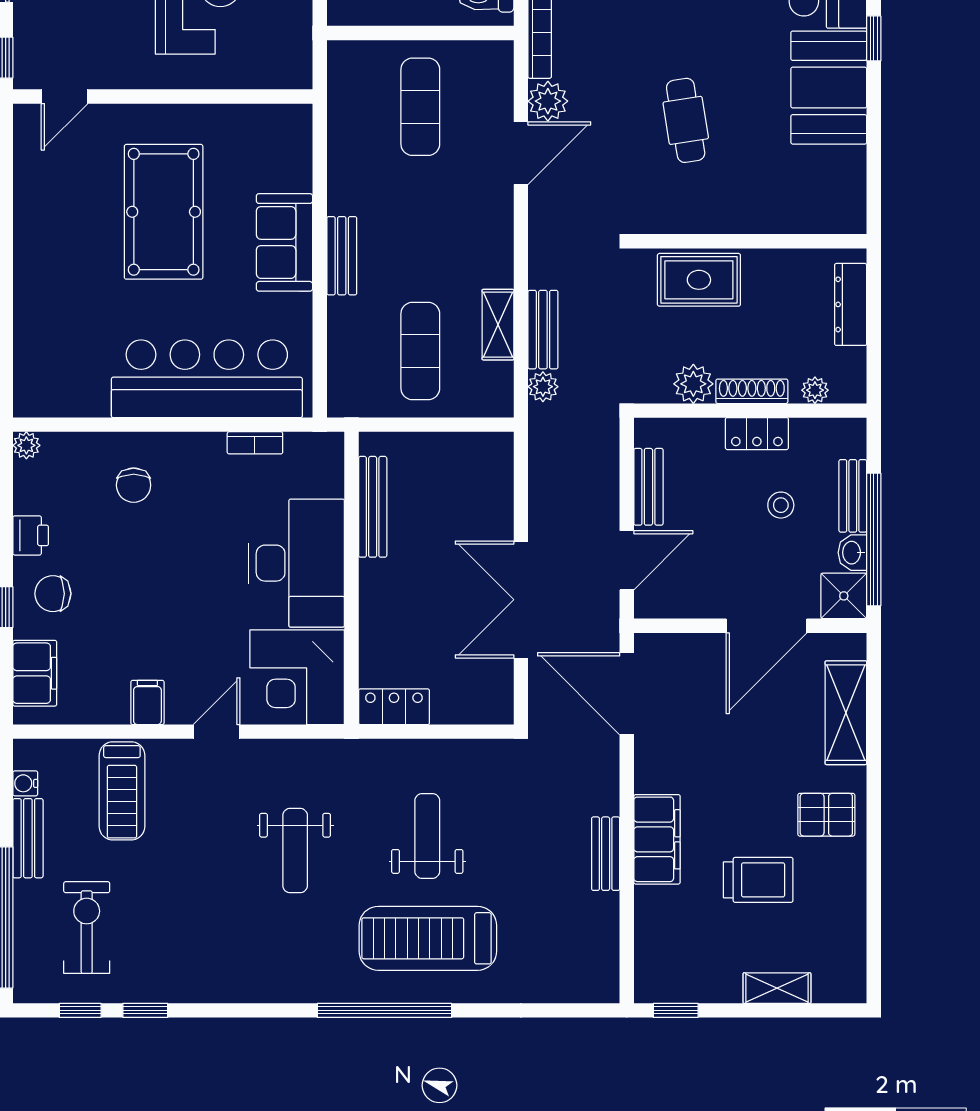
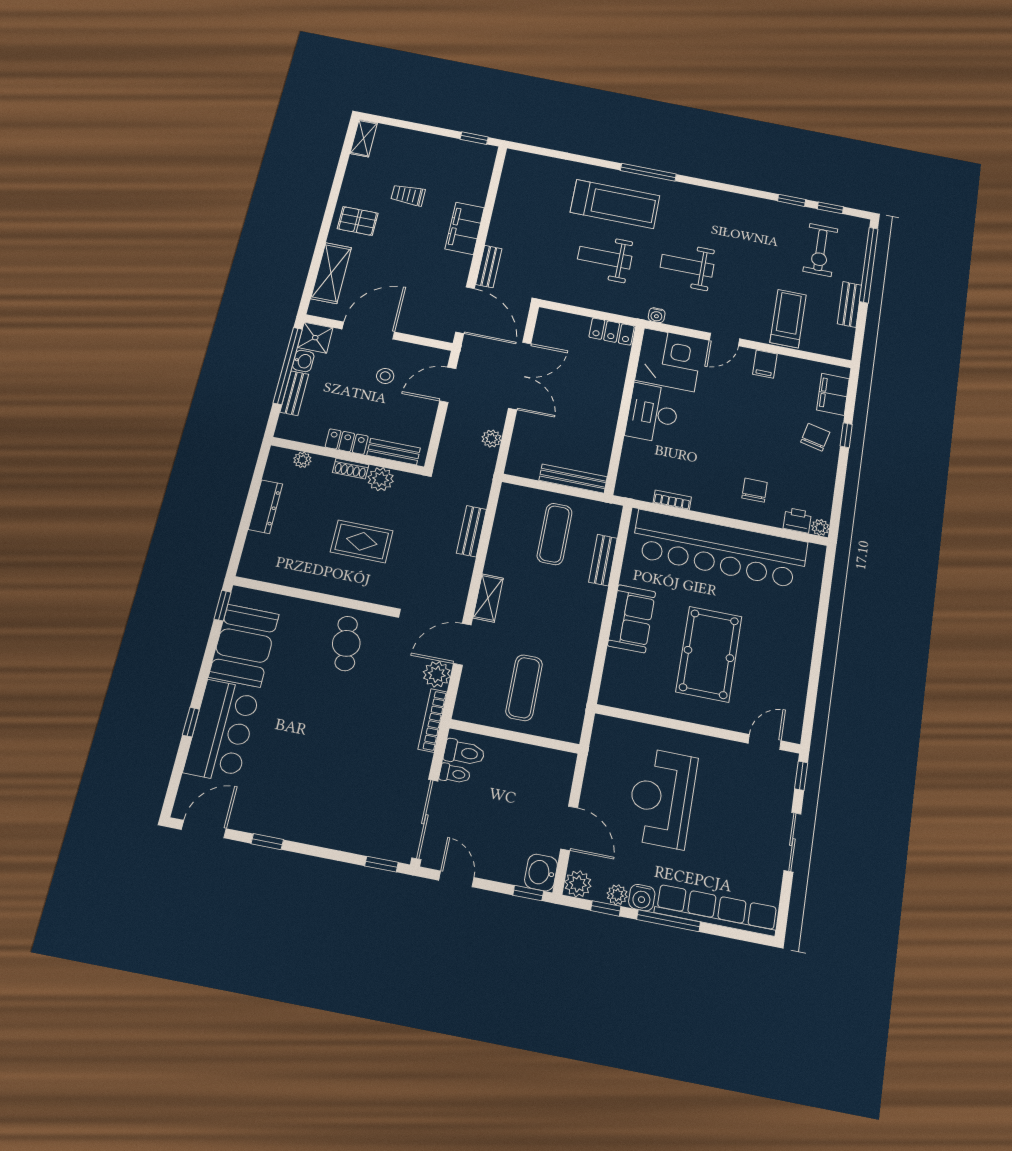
window: (874, 38) -> (223, 606), moved
wall: (750, 241) -> (312, 596), moved
bench: (342, 256) -> (603, 560), moved
shelving: (498, 325) -> (488, 598), moved
bar counter: (207, 379) -> (720, 549), width x1.36
plant: (543, 387) -> (492, 439), moved
shoe rack: (752, 391) -> (351, 469), width x0.70
bench: (648, 487) -> (394, 452), moved, turned 90
stool: (781, 505) -> (385, 376), moved
bench: (373, 507) -> (573, 479), moved, turned 90
printer: (31, 535) -> (797, 520), moved, turned 90
desk: (296, 563) -> (653, 413), width x0.73, depth x0.77
chair: (53, 594) -> (815, 437), turned -77
water cooler: (25, 783) -> (657, 315), moved, turned 90
weight bench: (427, 836) -> (605, 258), turned 90
weight bench: (295, 851) -> (687, 266), turned -90
bench: (606, 854) -> (489, 266), moved
trolley: (758, 880) -> (408, 195), width x0.73, depth x0.72
shelving: (777, 988) -> (364, 138), moved, turned 90
window: (384, 1010) -> (648, 172), width x0.68

